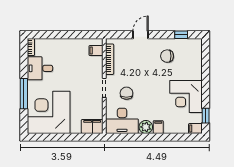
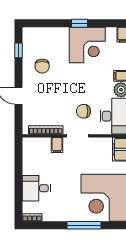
filing cabinet: (96, 51) -> (57, 145), moved
desk: (40, 68) -> (36, 188), moved, turned 90
window: (206, 116) -> (79, 23), moved

